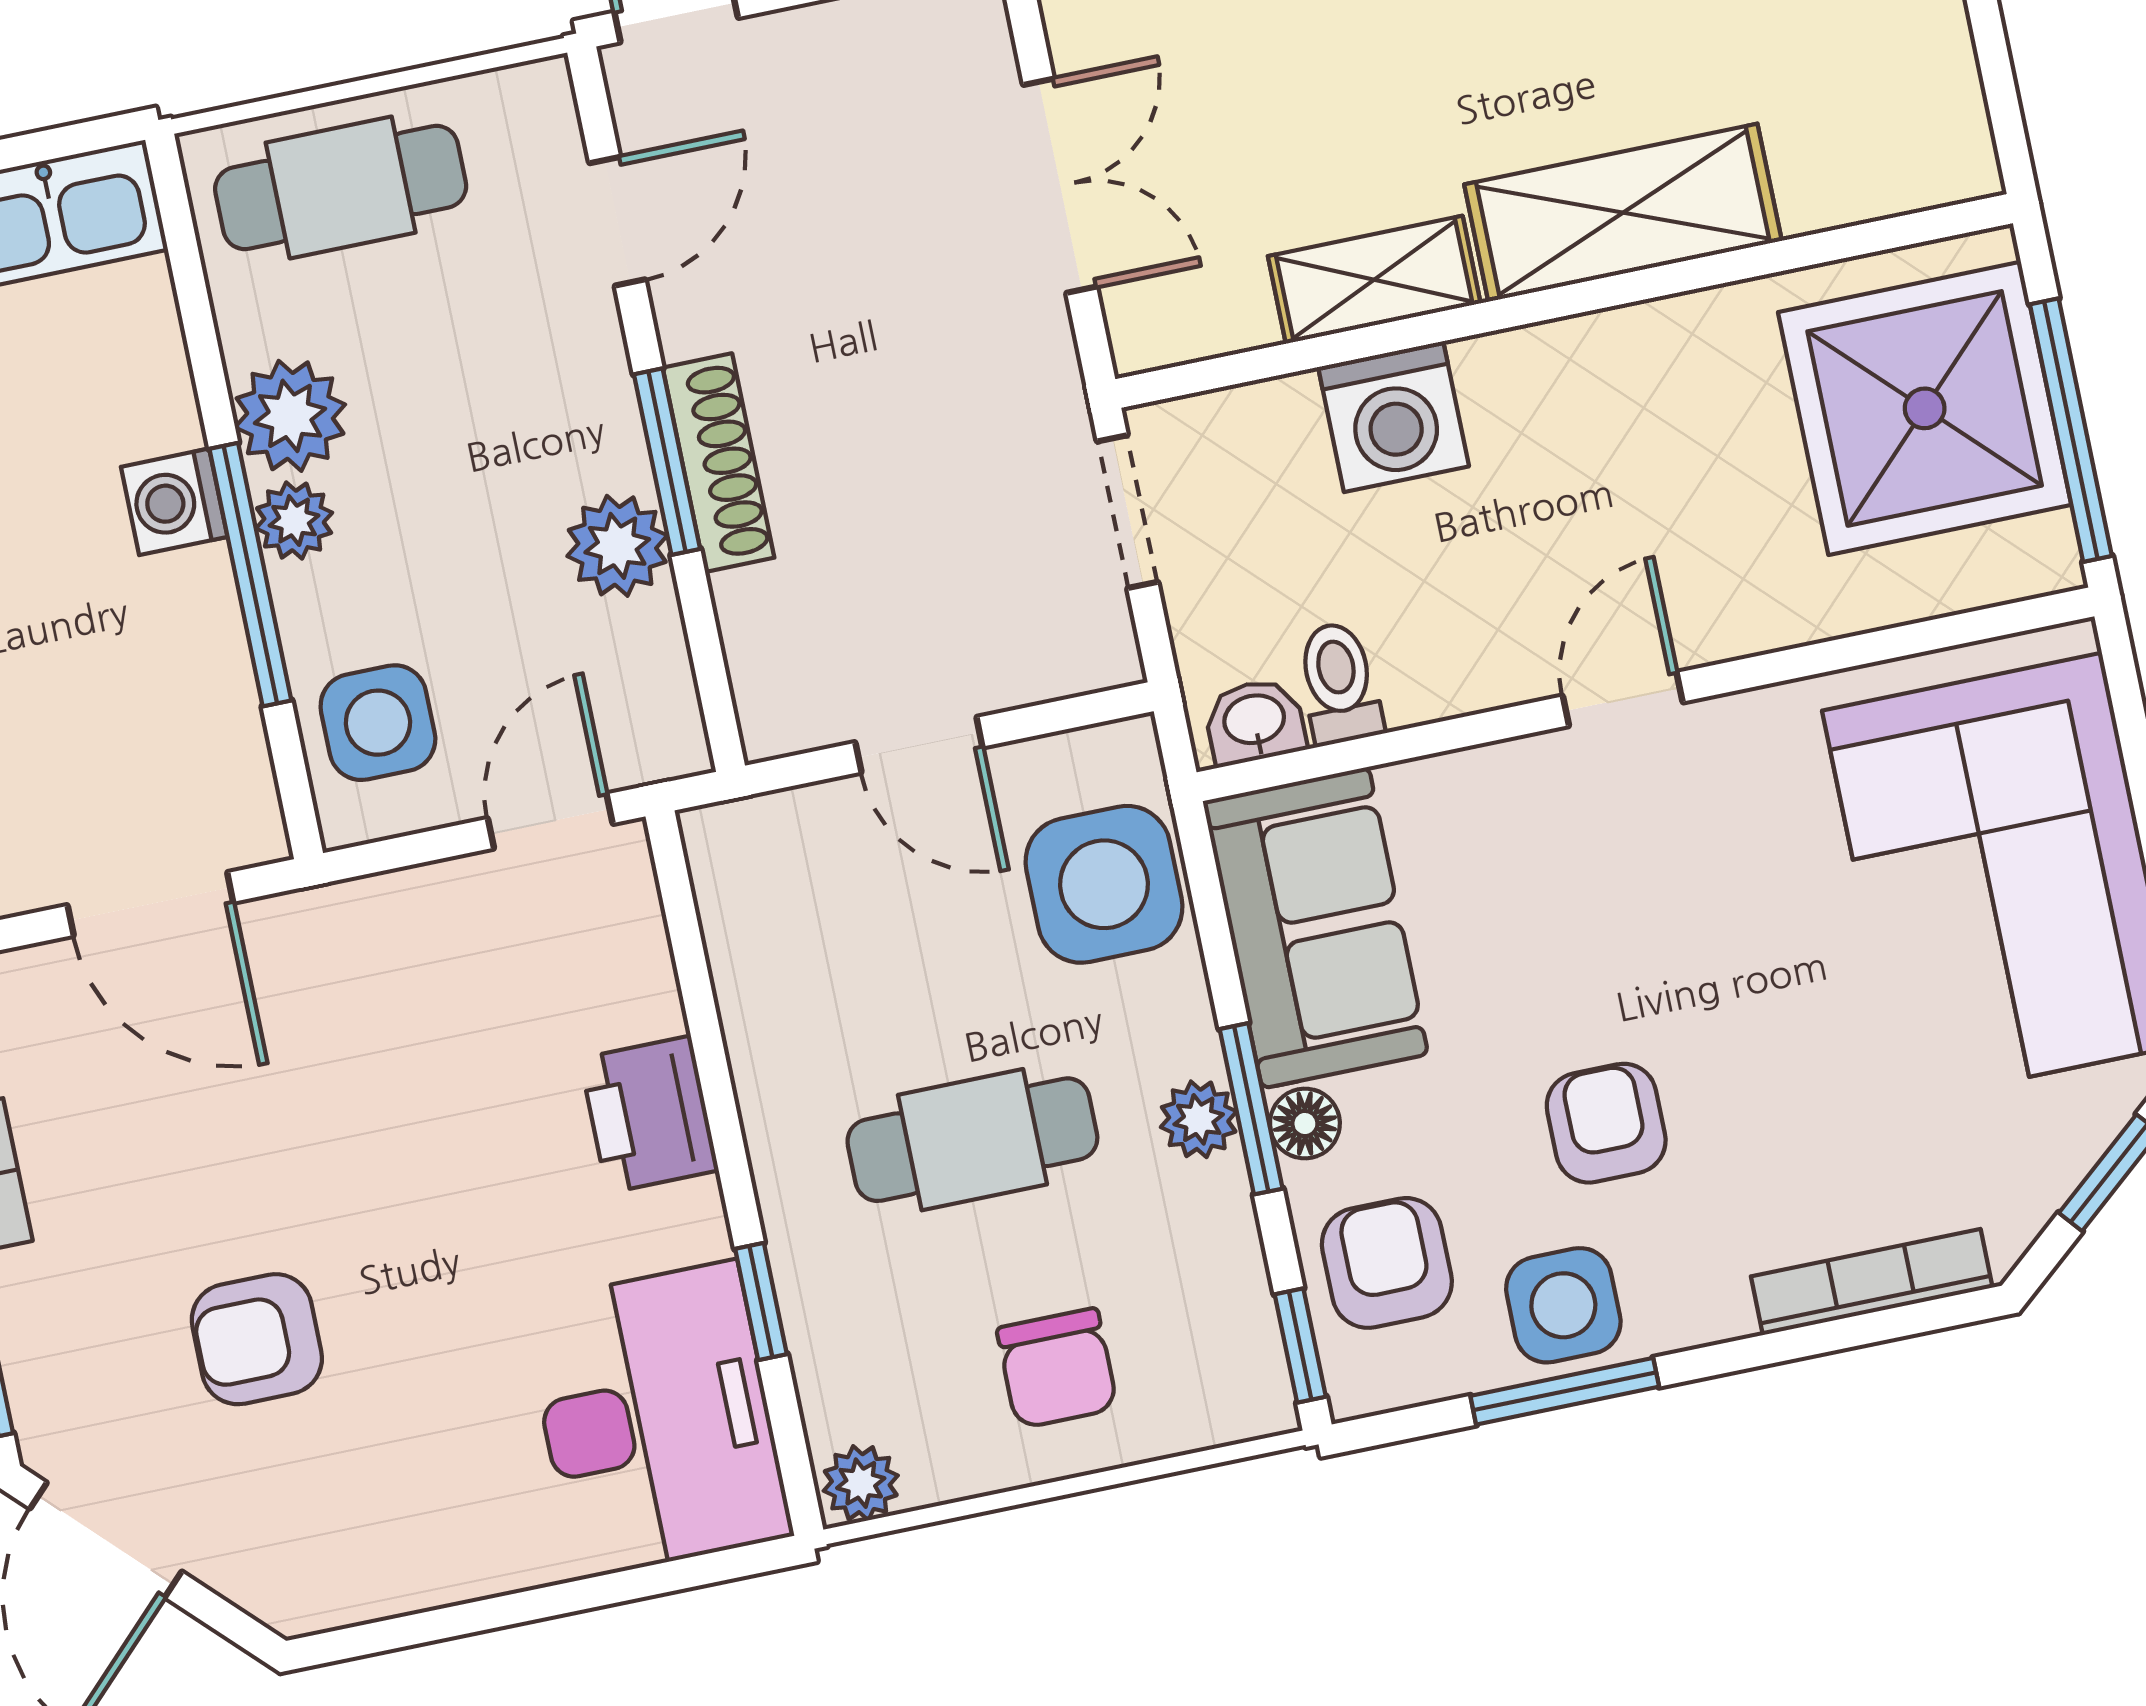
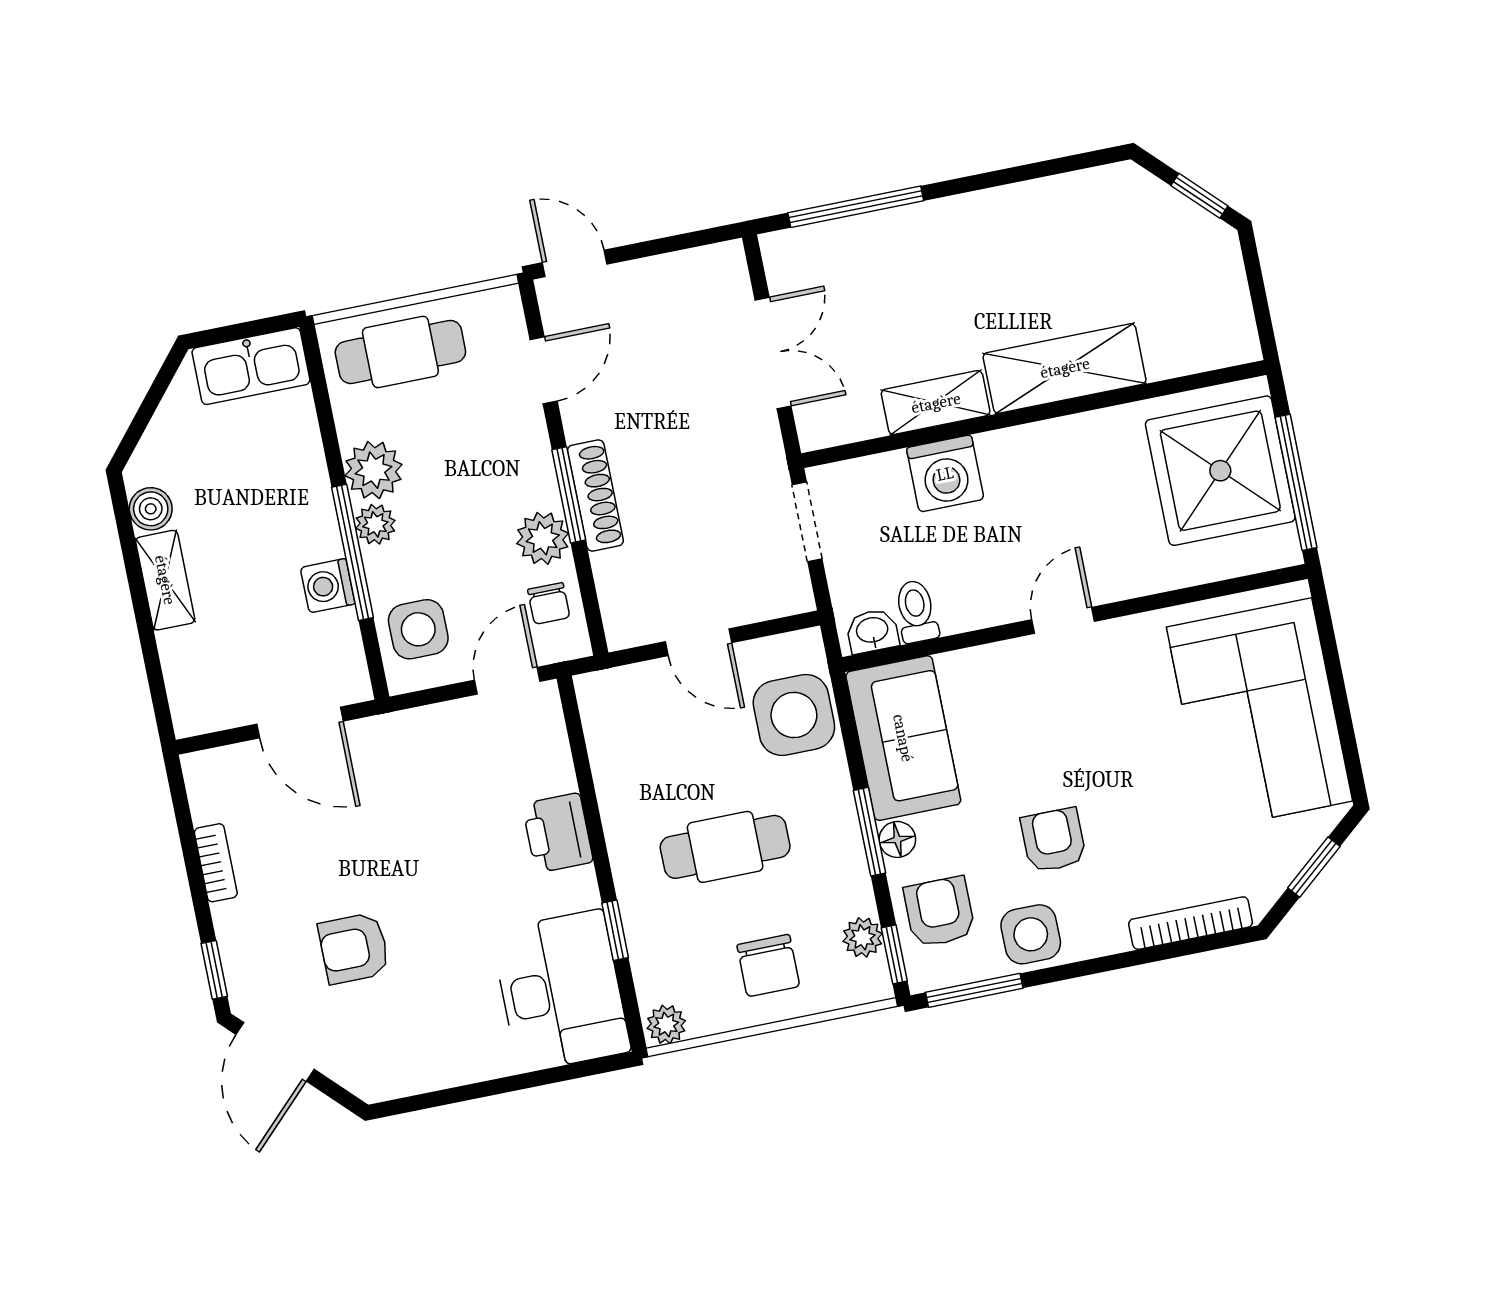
washing machine: (174, 502) -> (328, 586), moved
chair: (629, 671) -> (549, 603), added
plant: (1199, 1119) -> (863, 937), moved
window: (1565, 1391) -> (974, 990), moved

